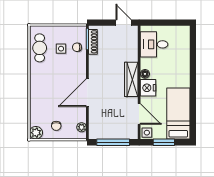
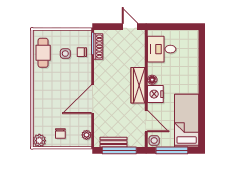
bench: (108, 134) -> (114, 142), added
window: (164, 142) -> (172, 150), width x1.44

